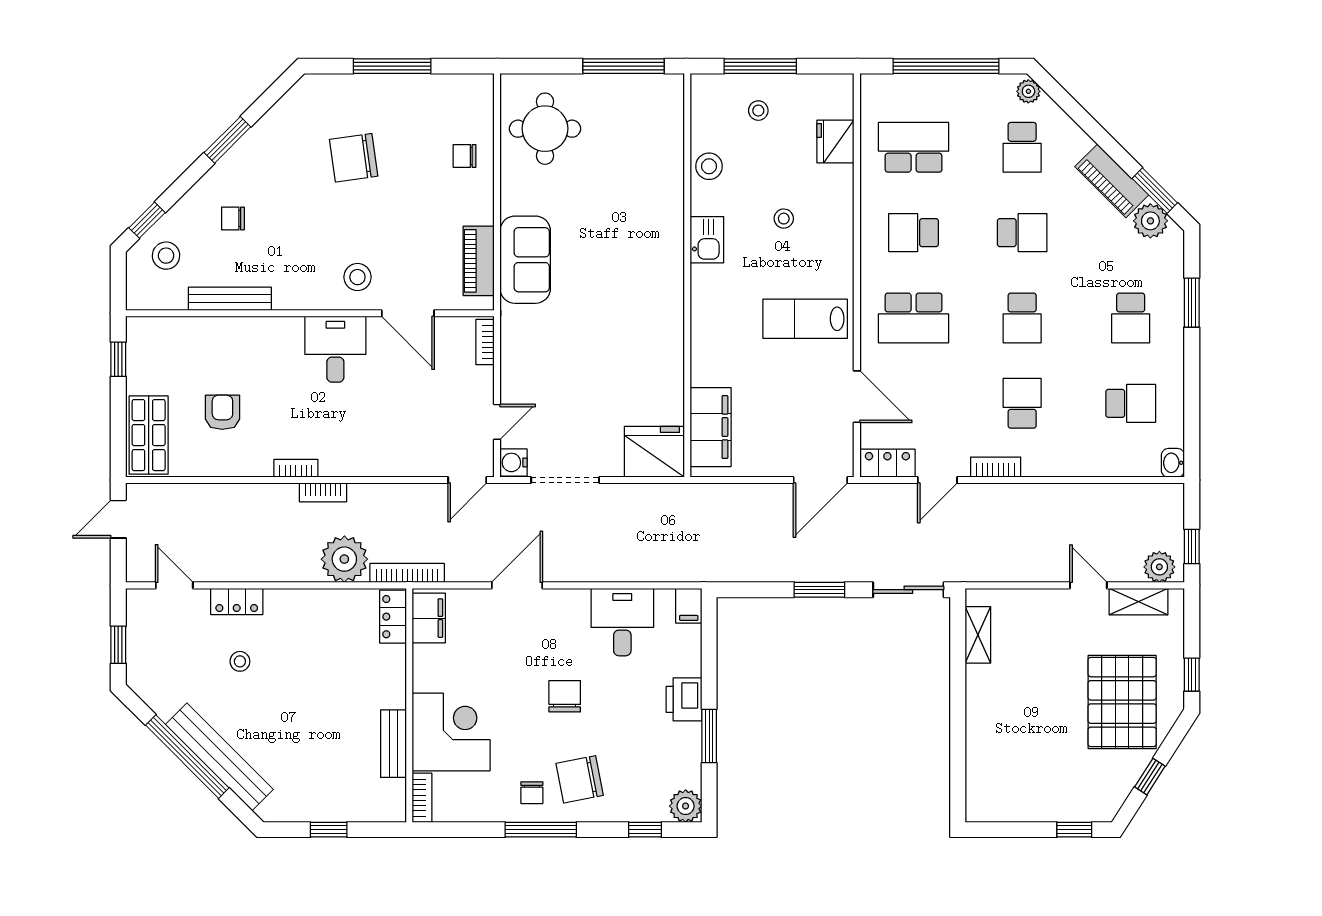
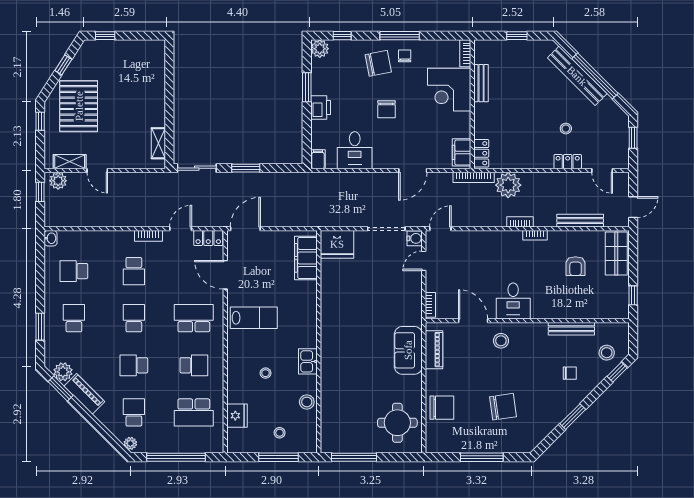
chair: (464, 156) -> (442, 408), width x1.87, depth x1.87
bench: (214, 495) -> (580, 221), added

